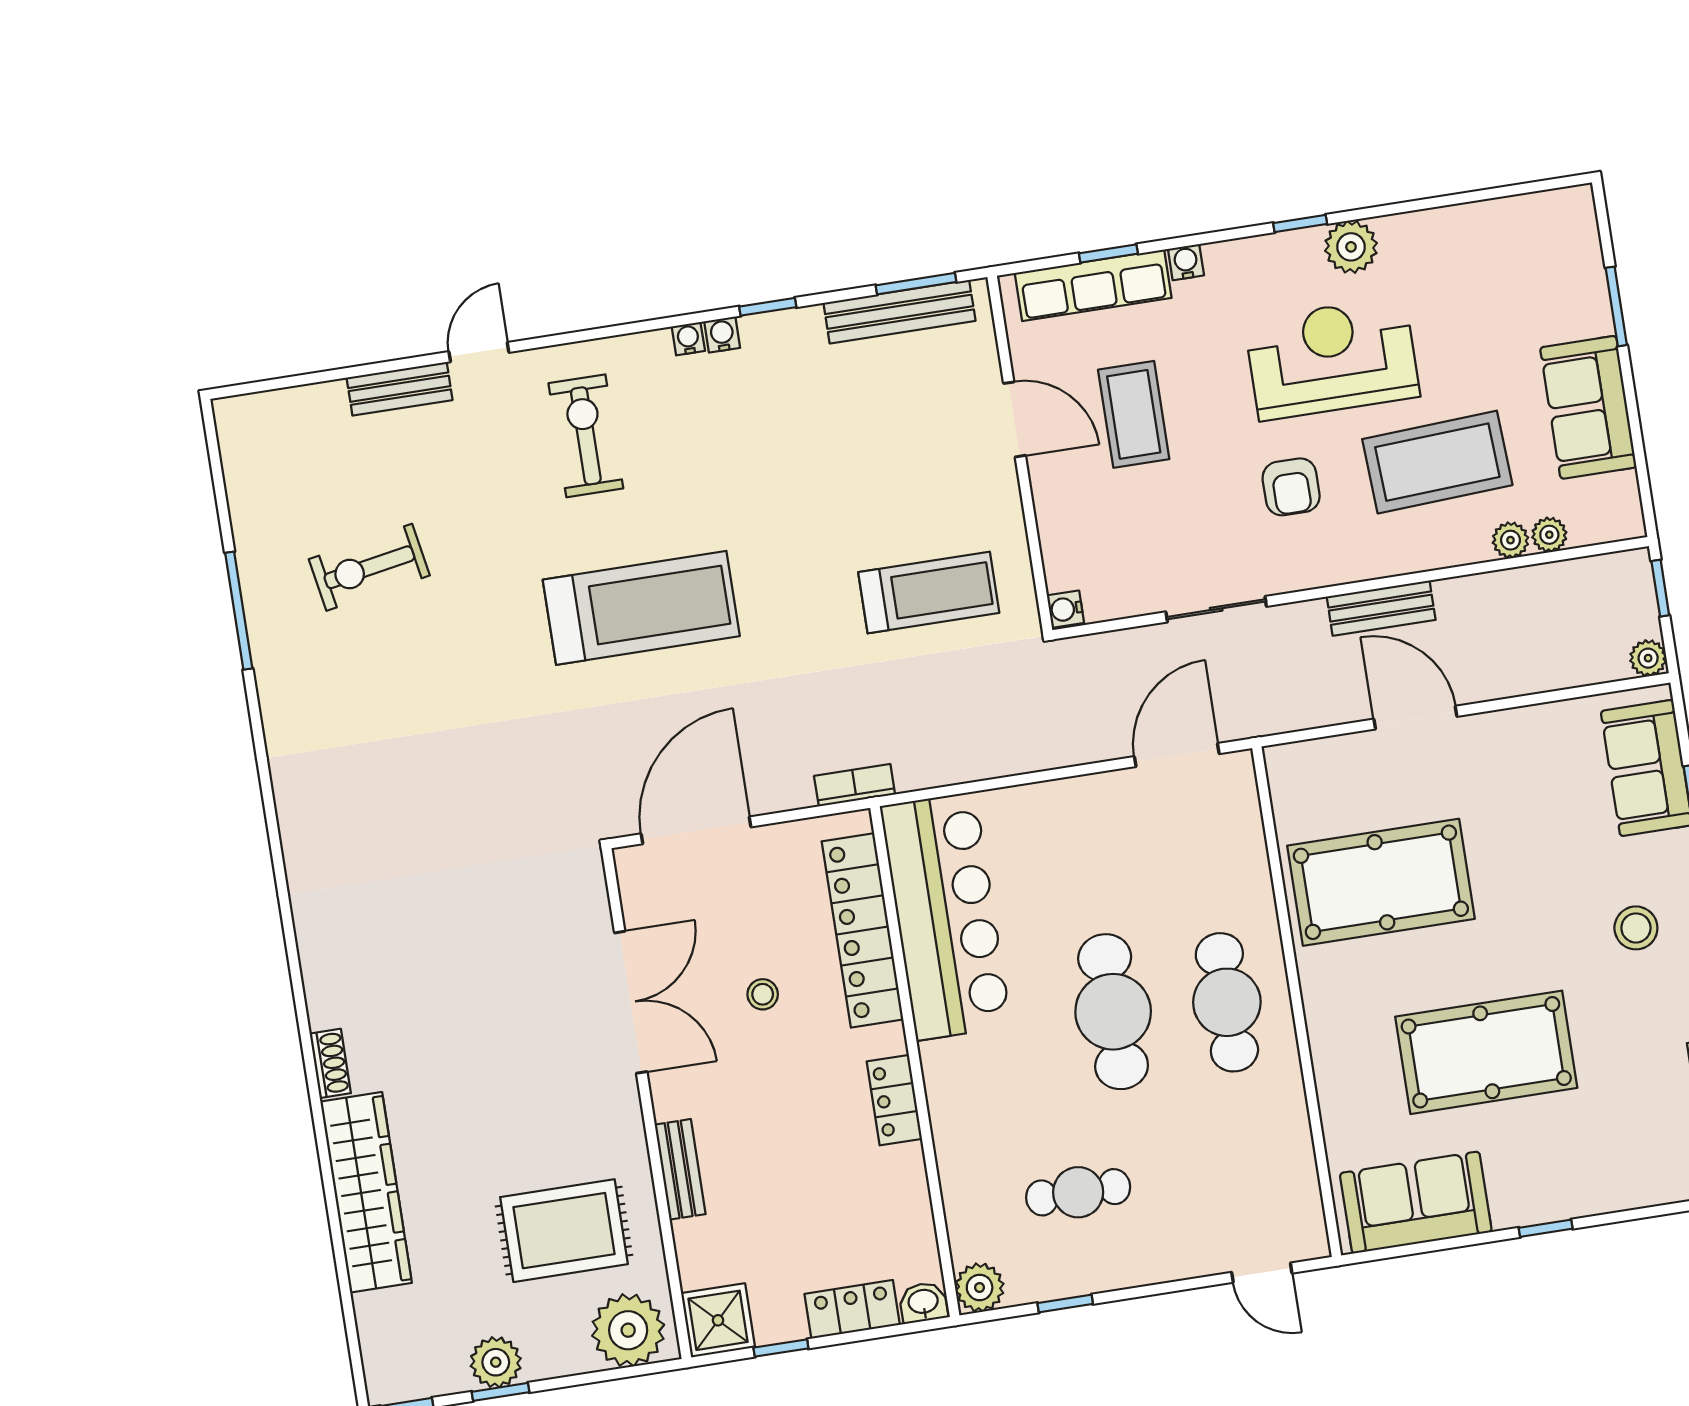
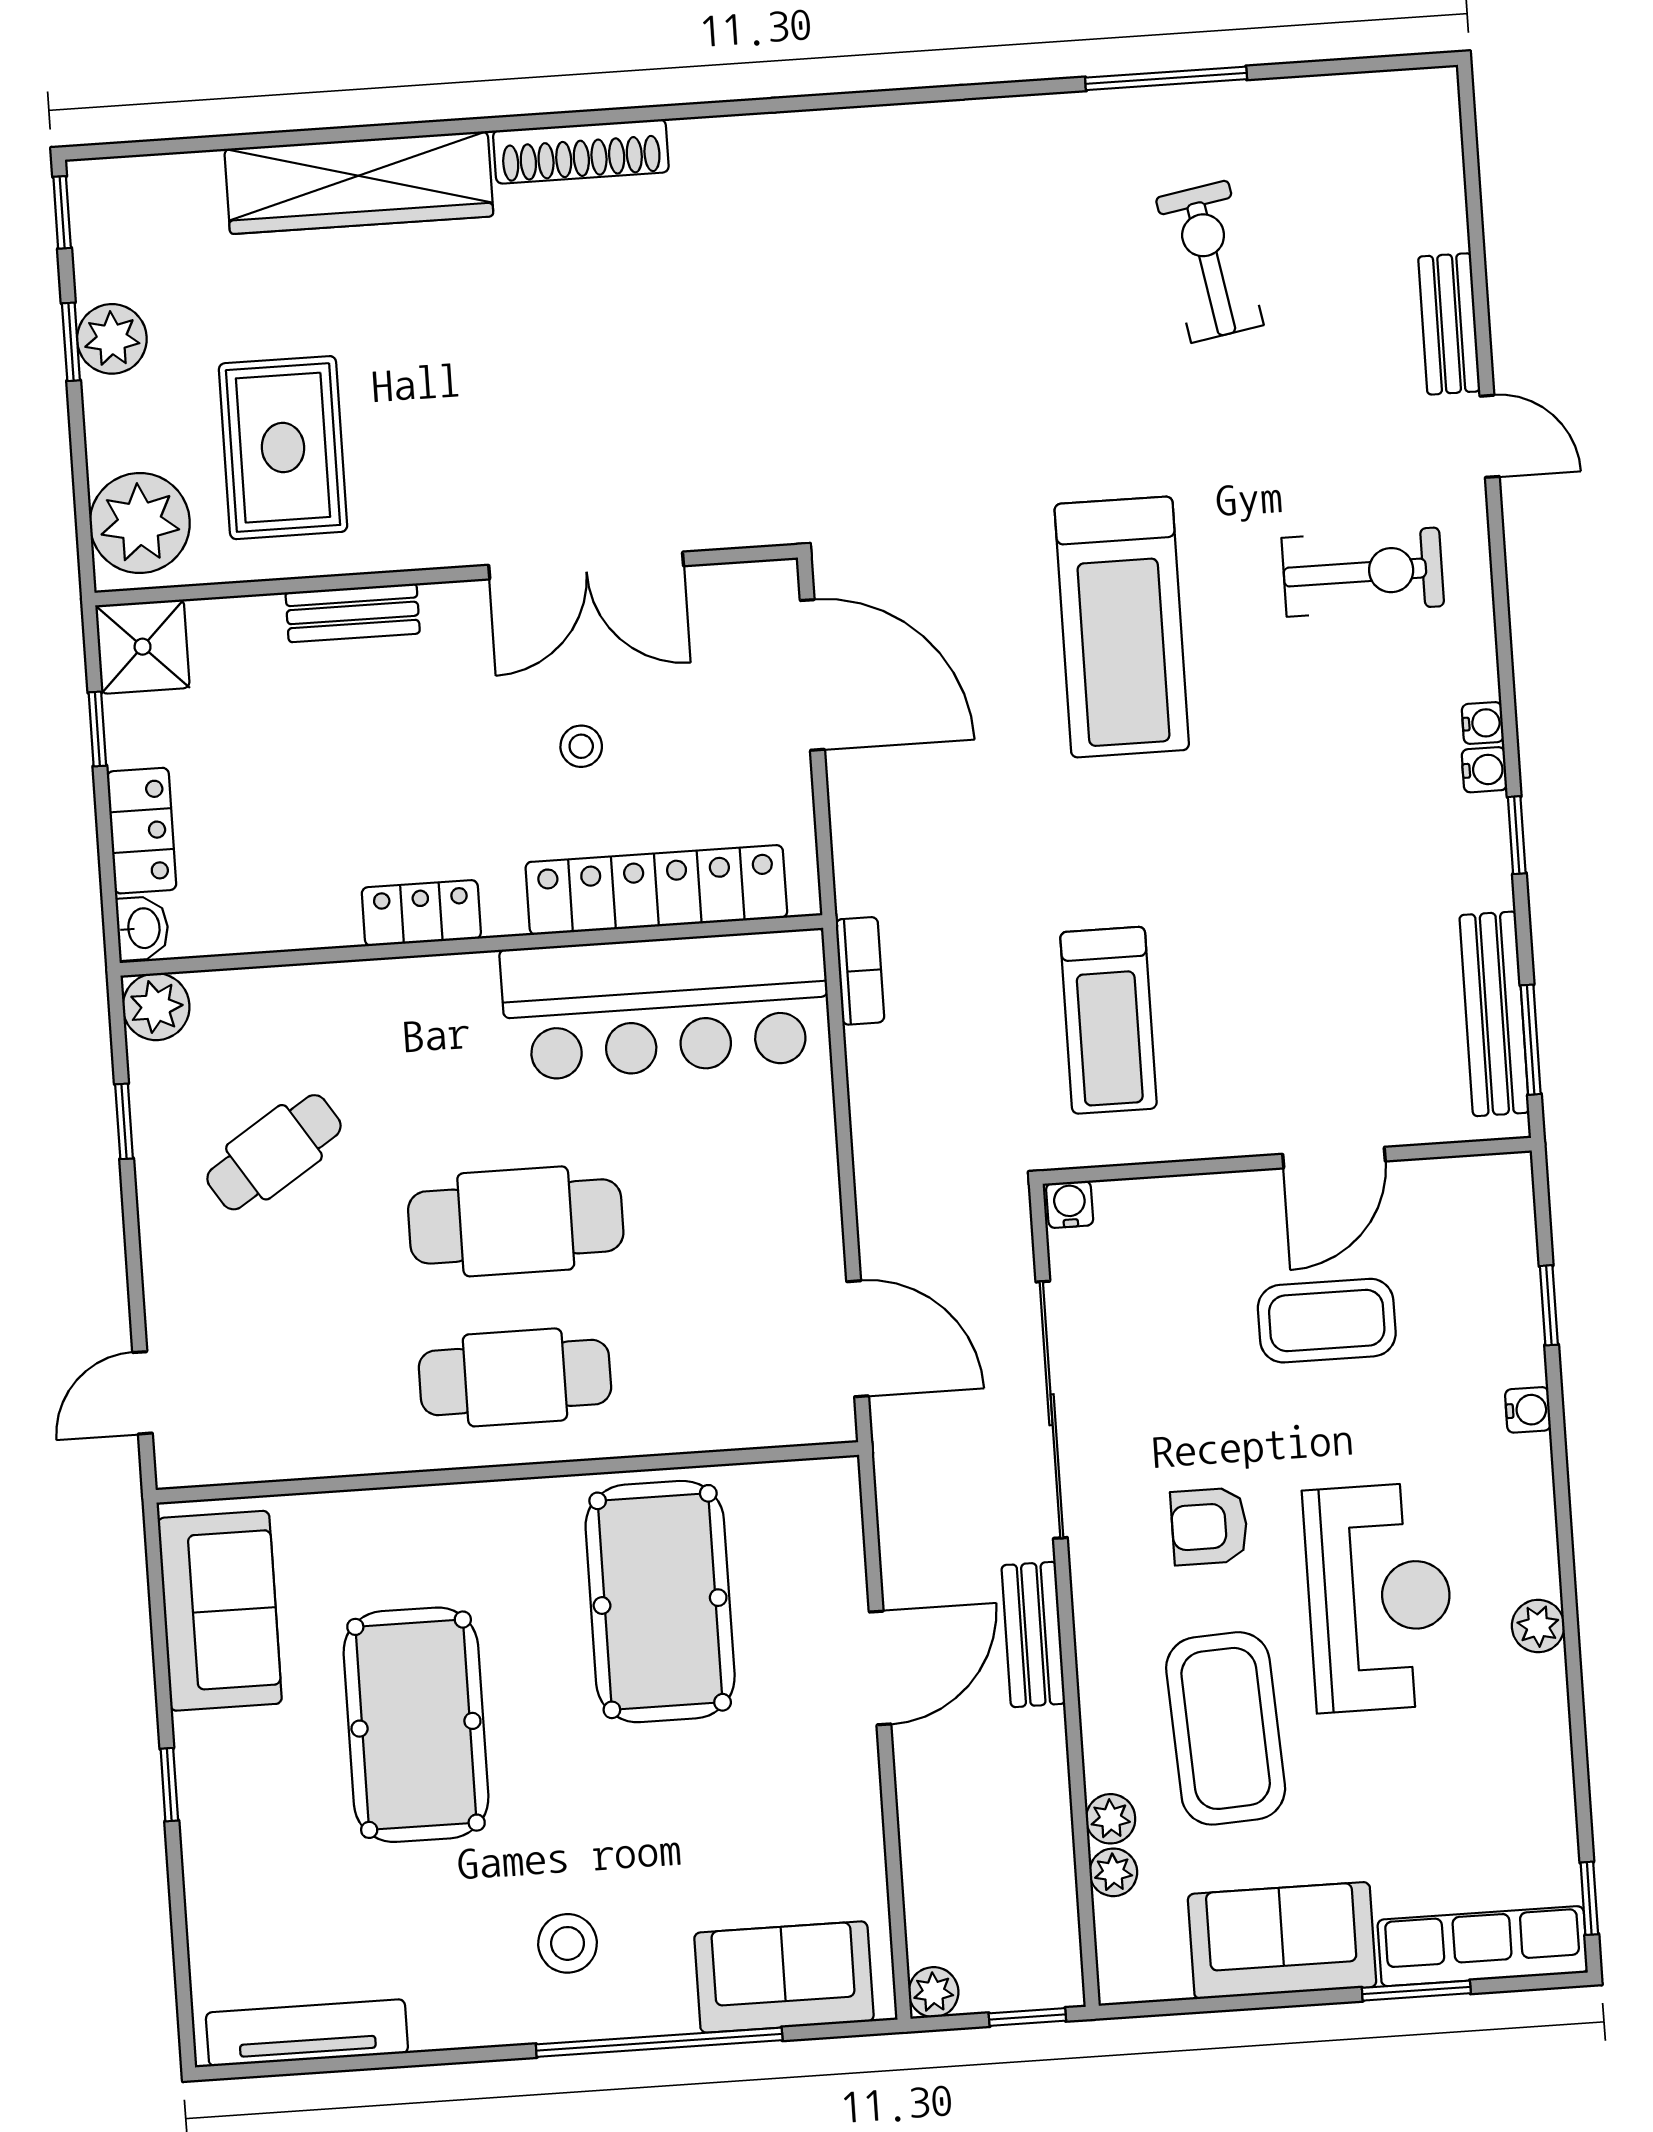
window: (1300, 223) -> (1589, 1898), moved
plant: (1351, 247) -> (1538, 1626), width x0.73, depth x0.73
row of seats: (1093, 285) -> (1483, 1946), moved, turned 90
sliding door: (1216, 609) -> (1052, 1410), width x1.86
bookcase: (855, 785) -> (860, 971), moved
shoe rack: (330, 1063) -> (581, 151), width x1.94, depth x1.24
cafe table: (1078, 1192) -> (274, 1152), turned 57

